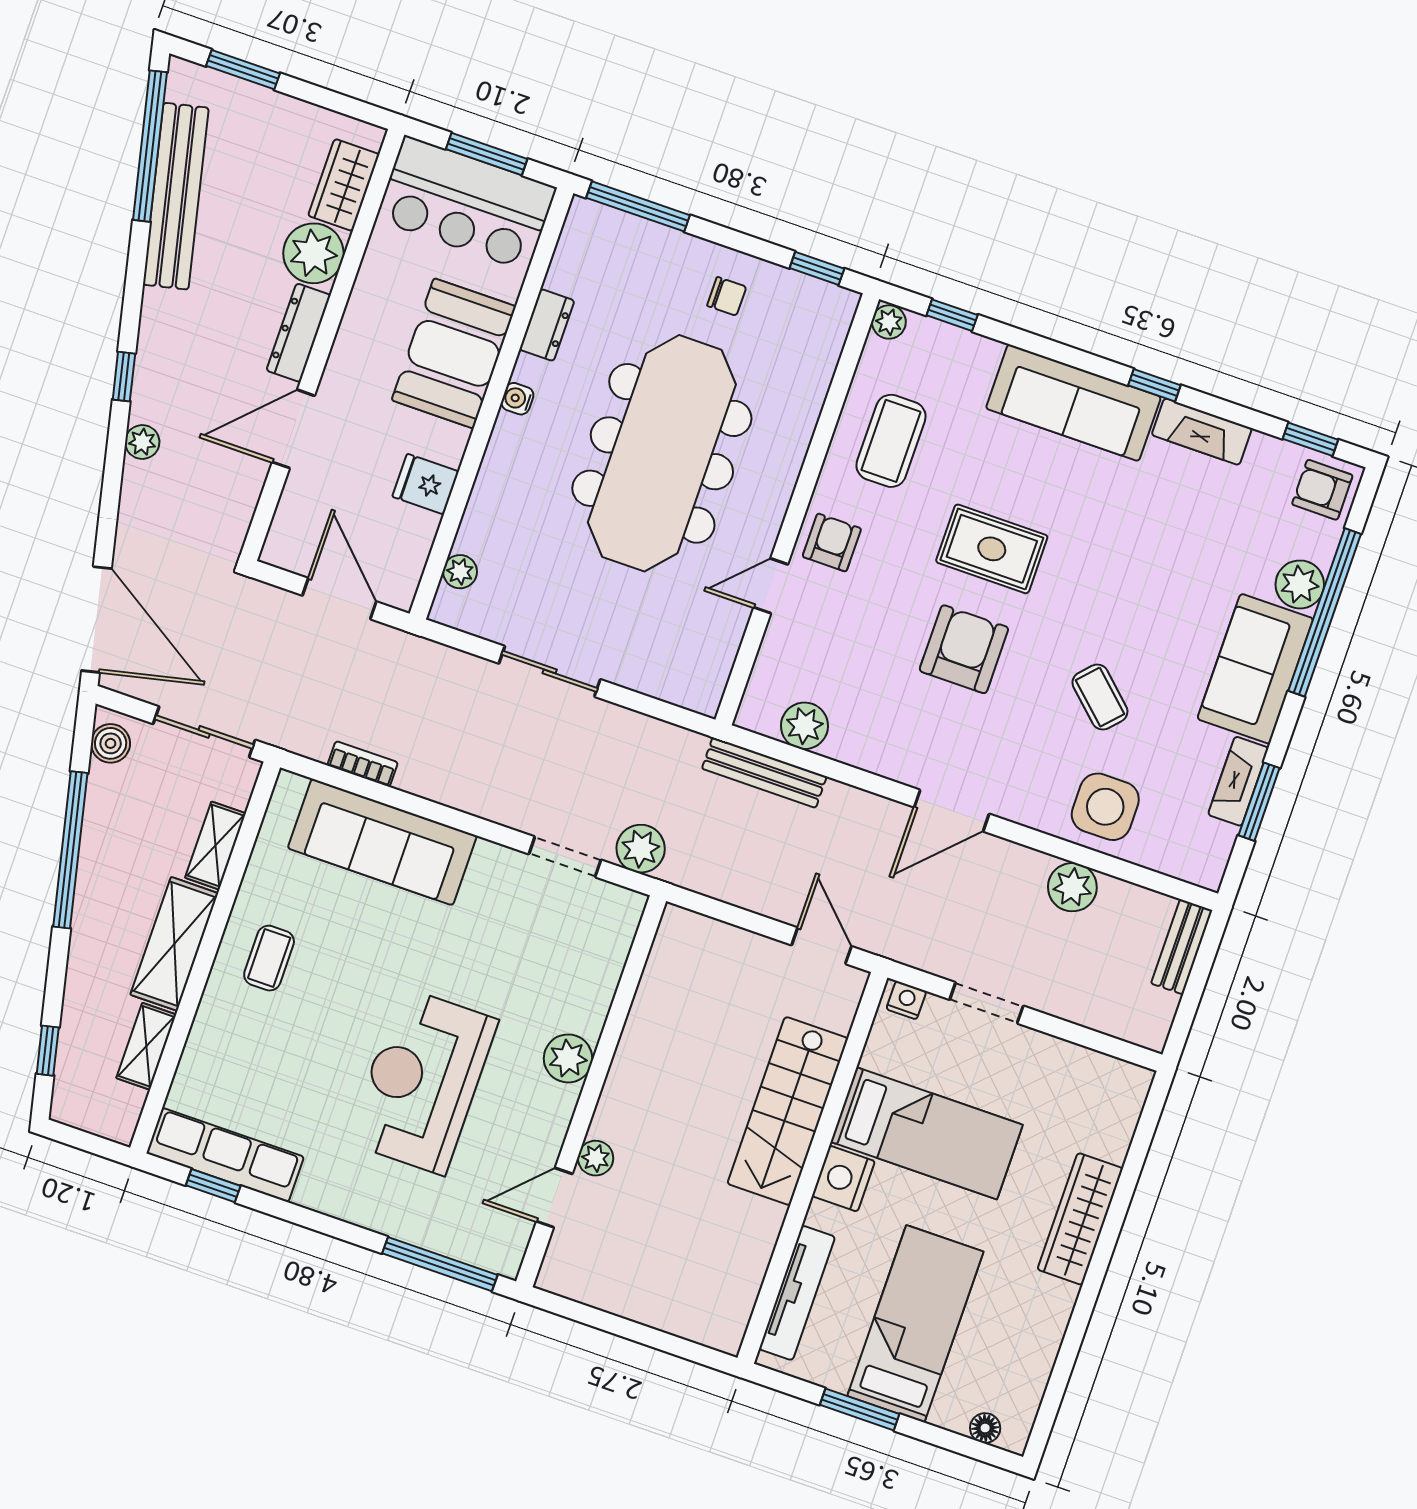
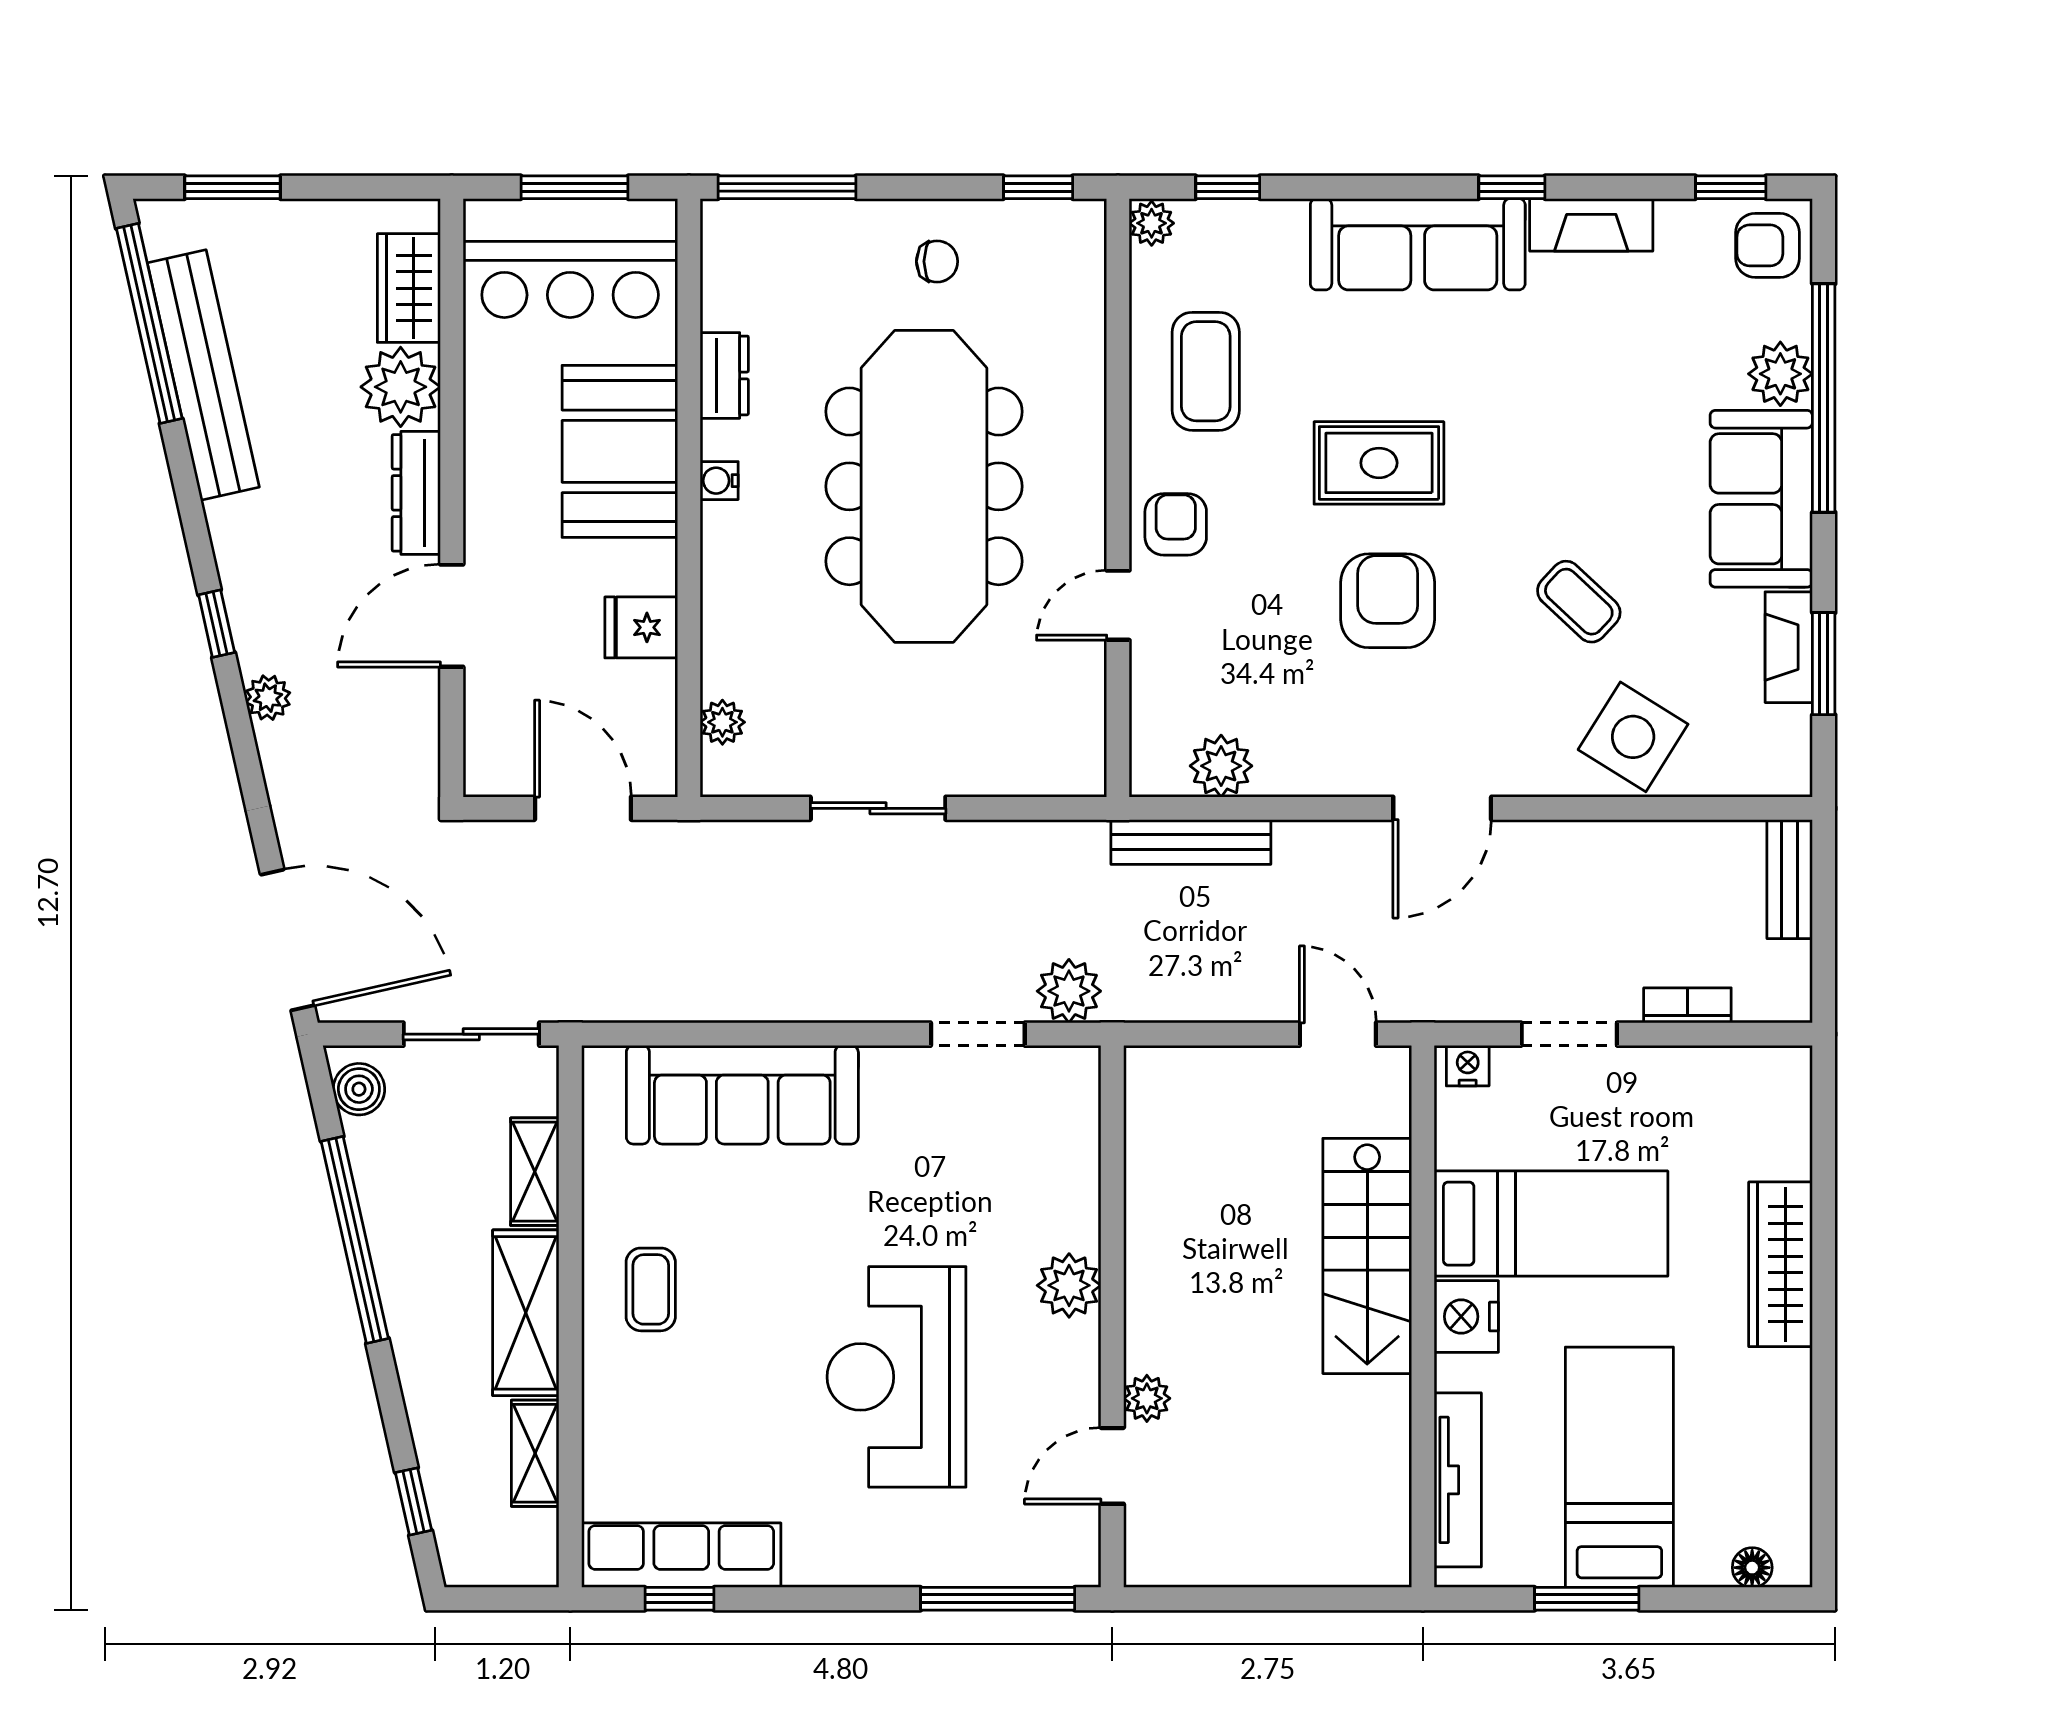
bookcase: (363, 764) -> (1687, 1005), moved
side table: (1105, 807) -> (1633, 737), turned 32
plant: (1072, 887) -> (1627, 852), removed

